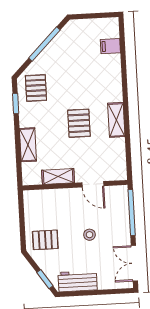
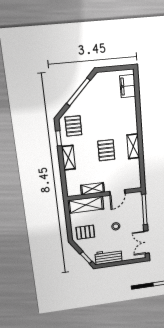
filing cabinet: (110, 46) -> (128, 86), width x2.00
shelving: (28, 145) -> (68, 158), moved
door: (93, 184) -> (117, 192), hinge flipped
shelving: (48, 199) -> (86, 205), added

